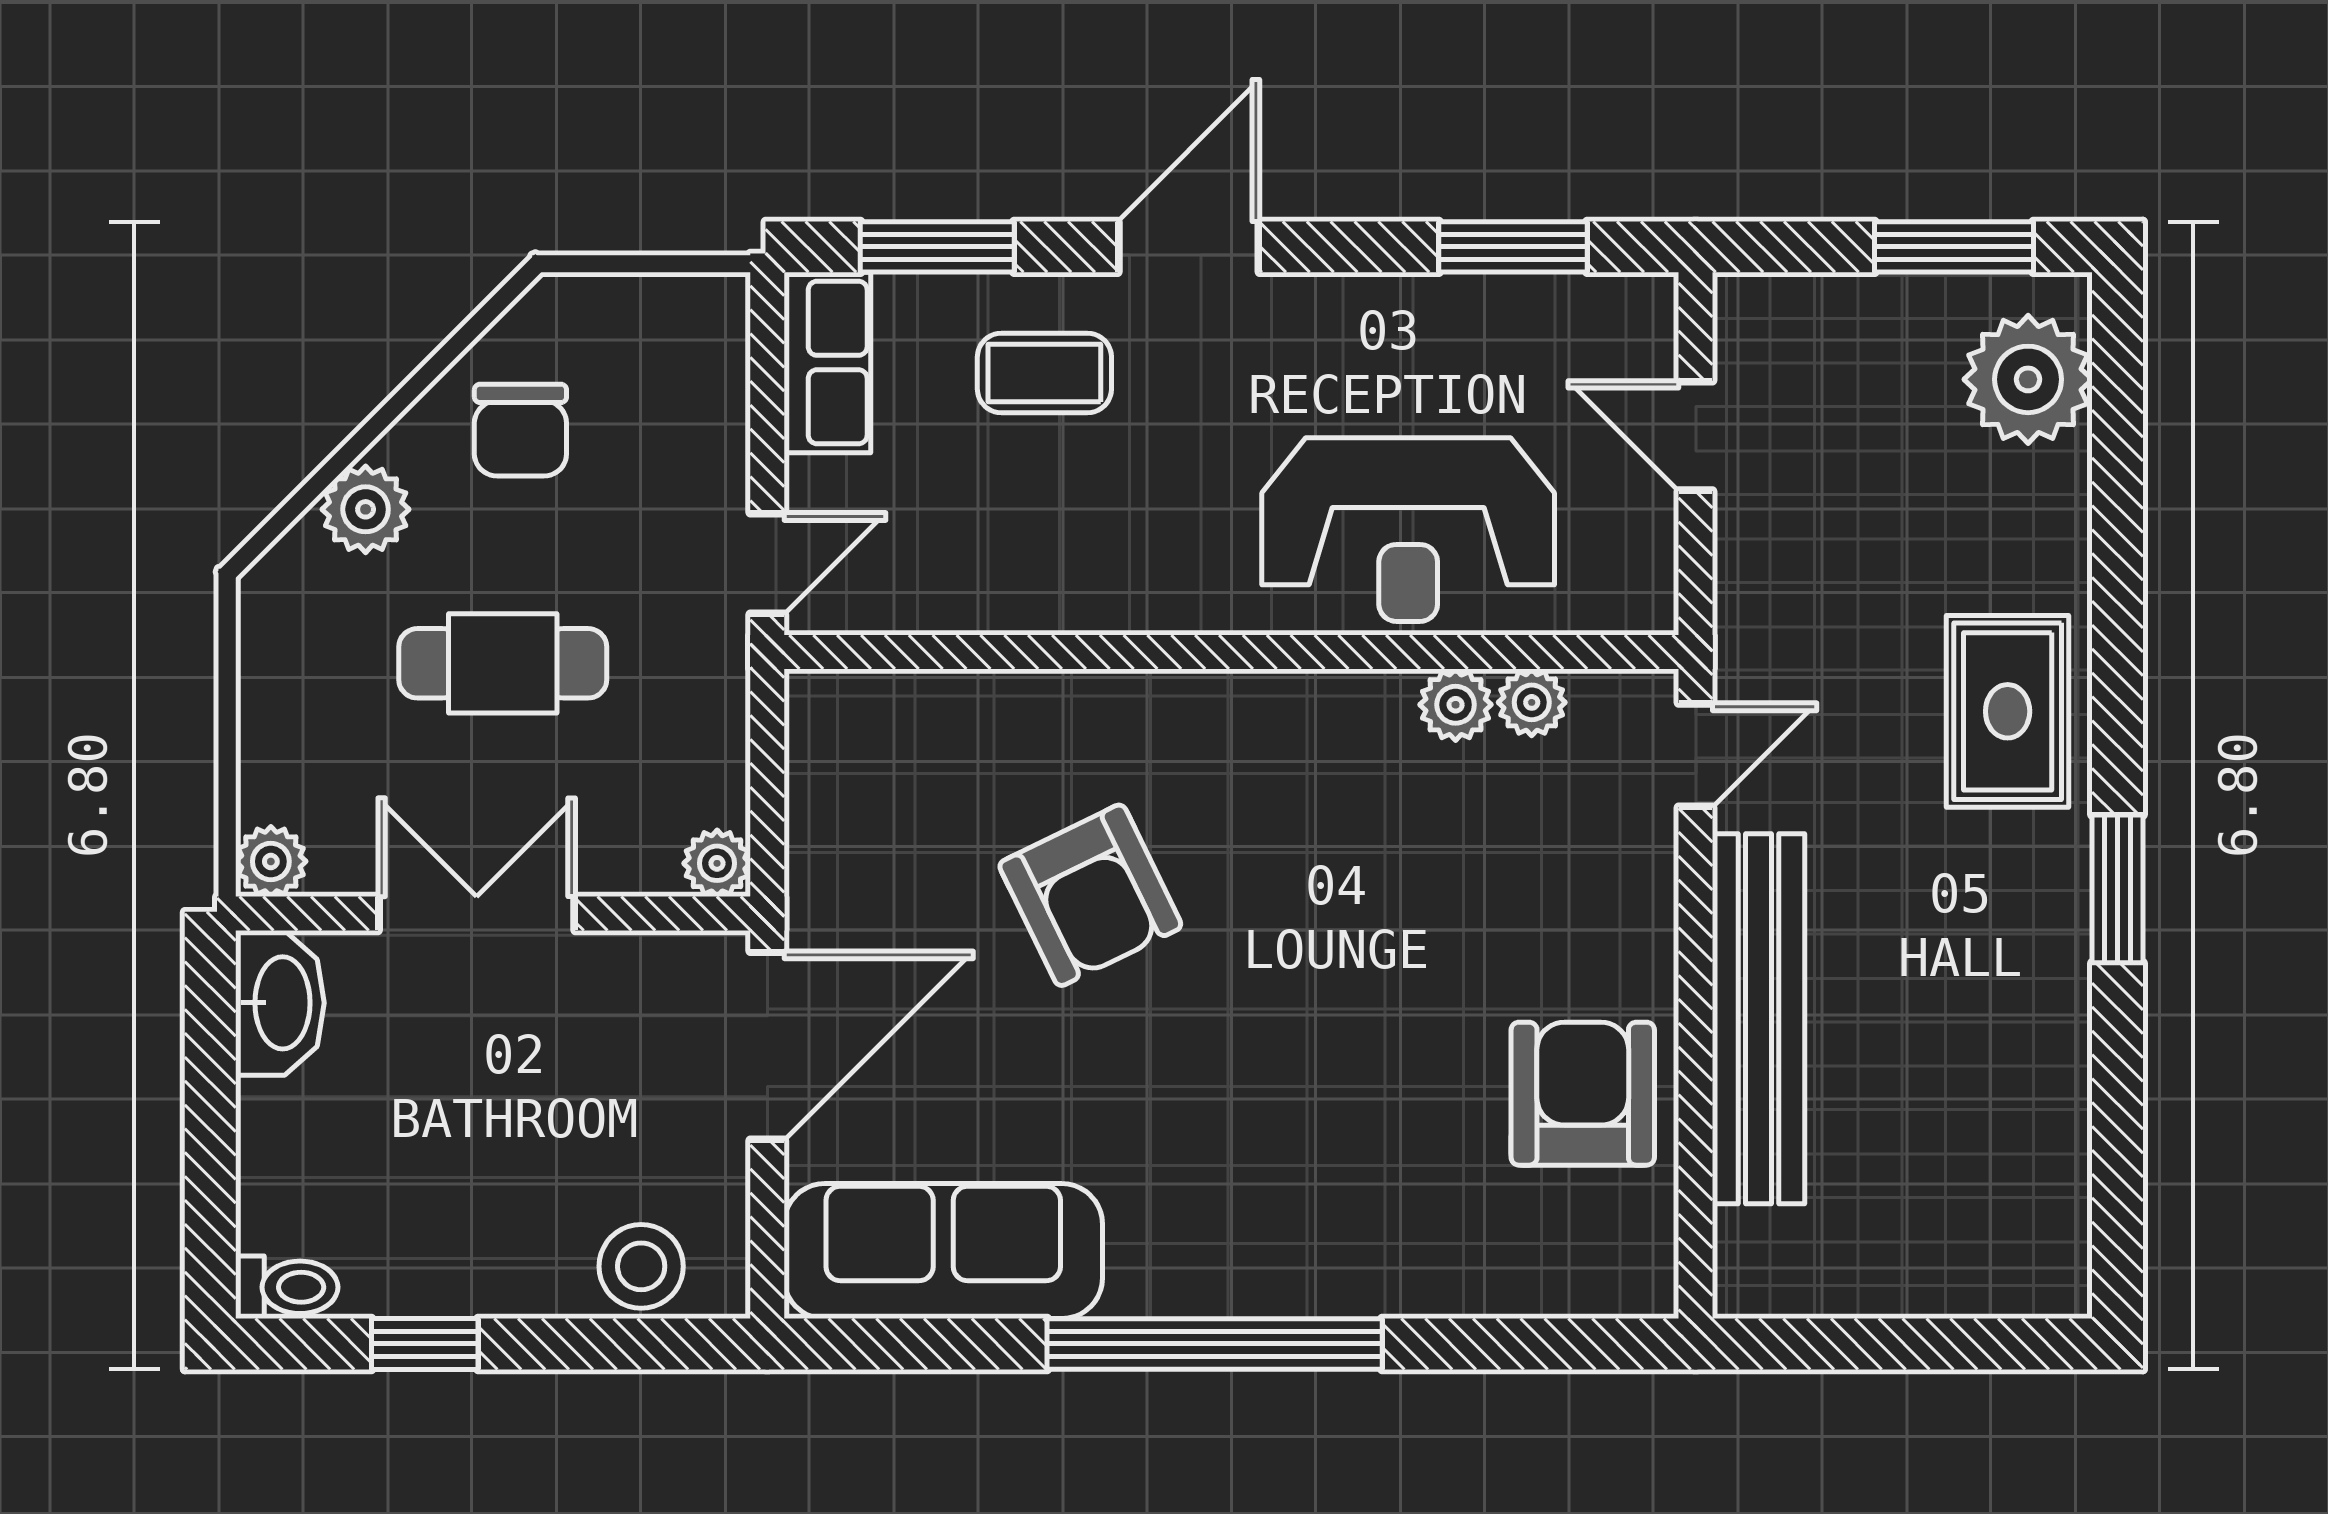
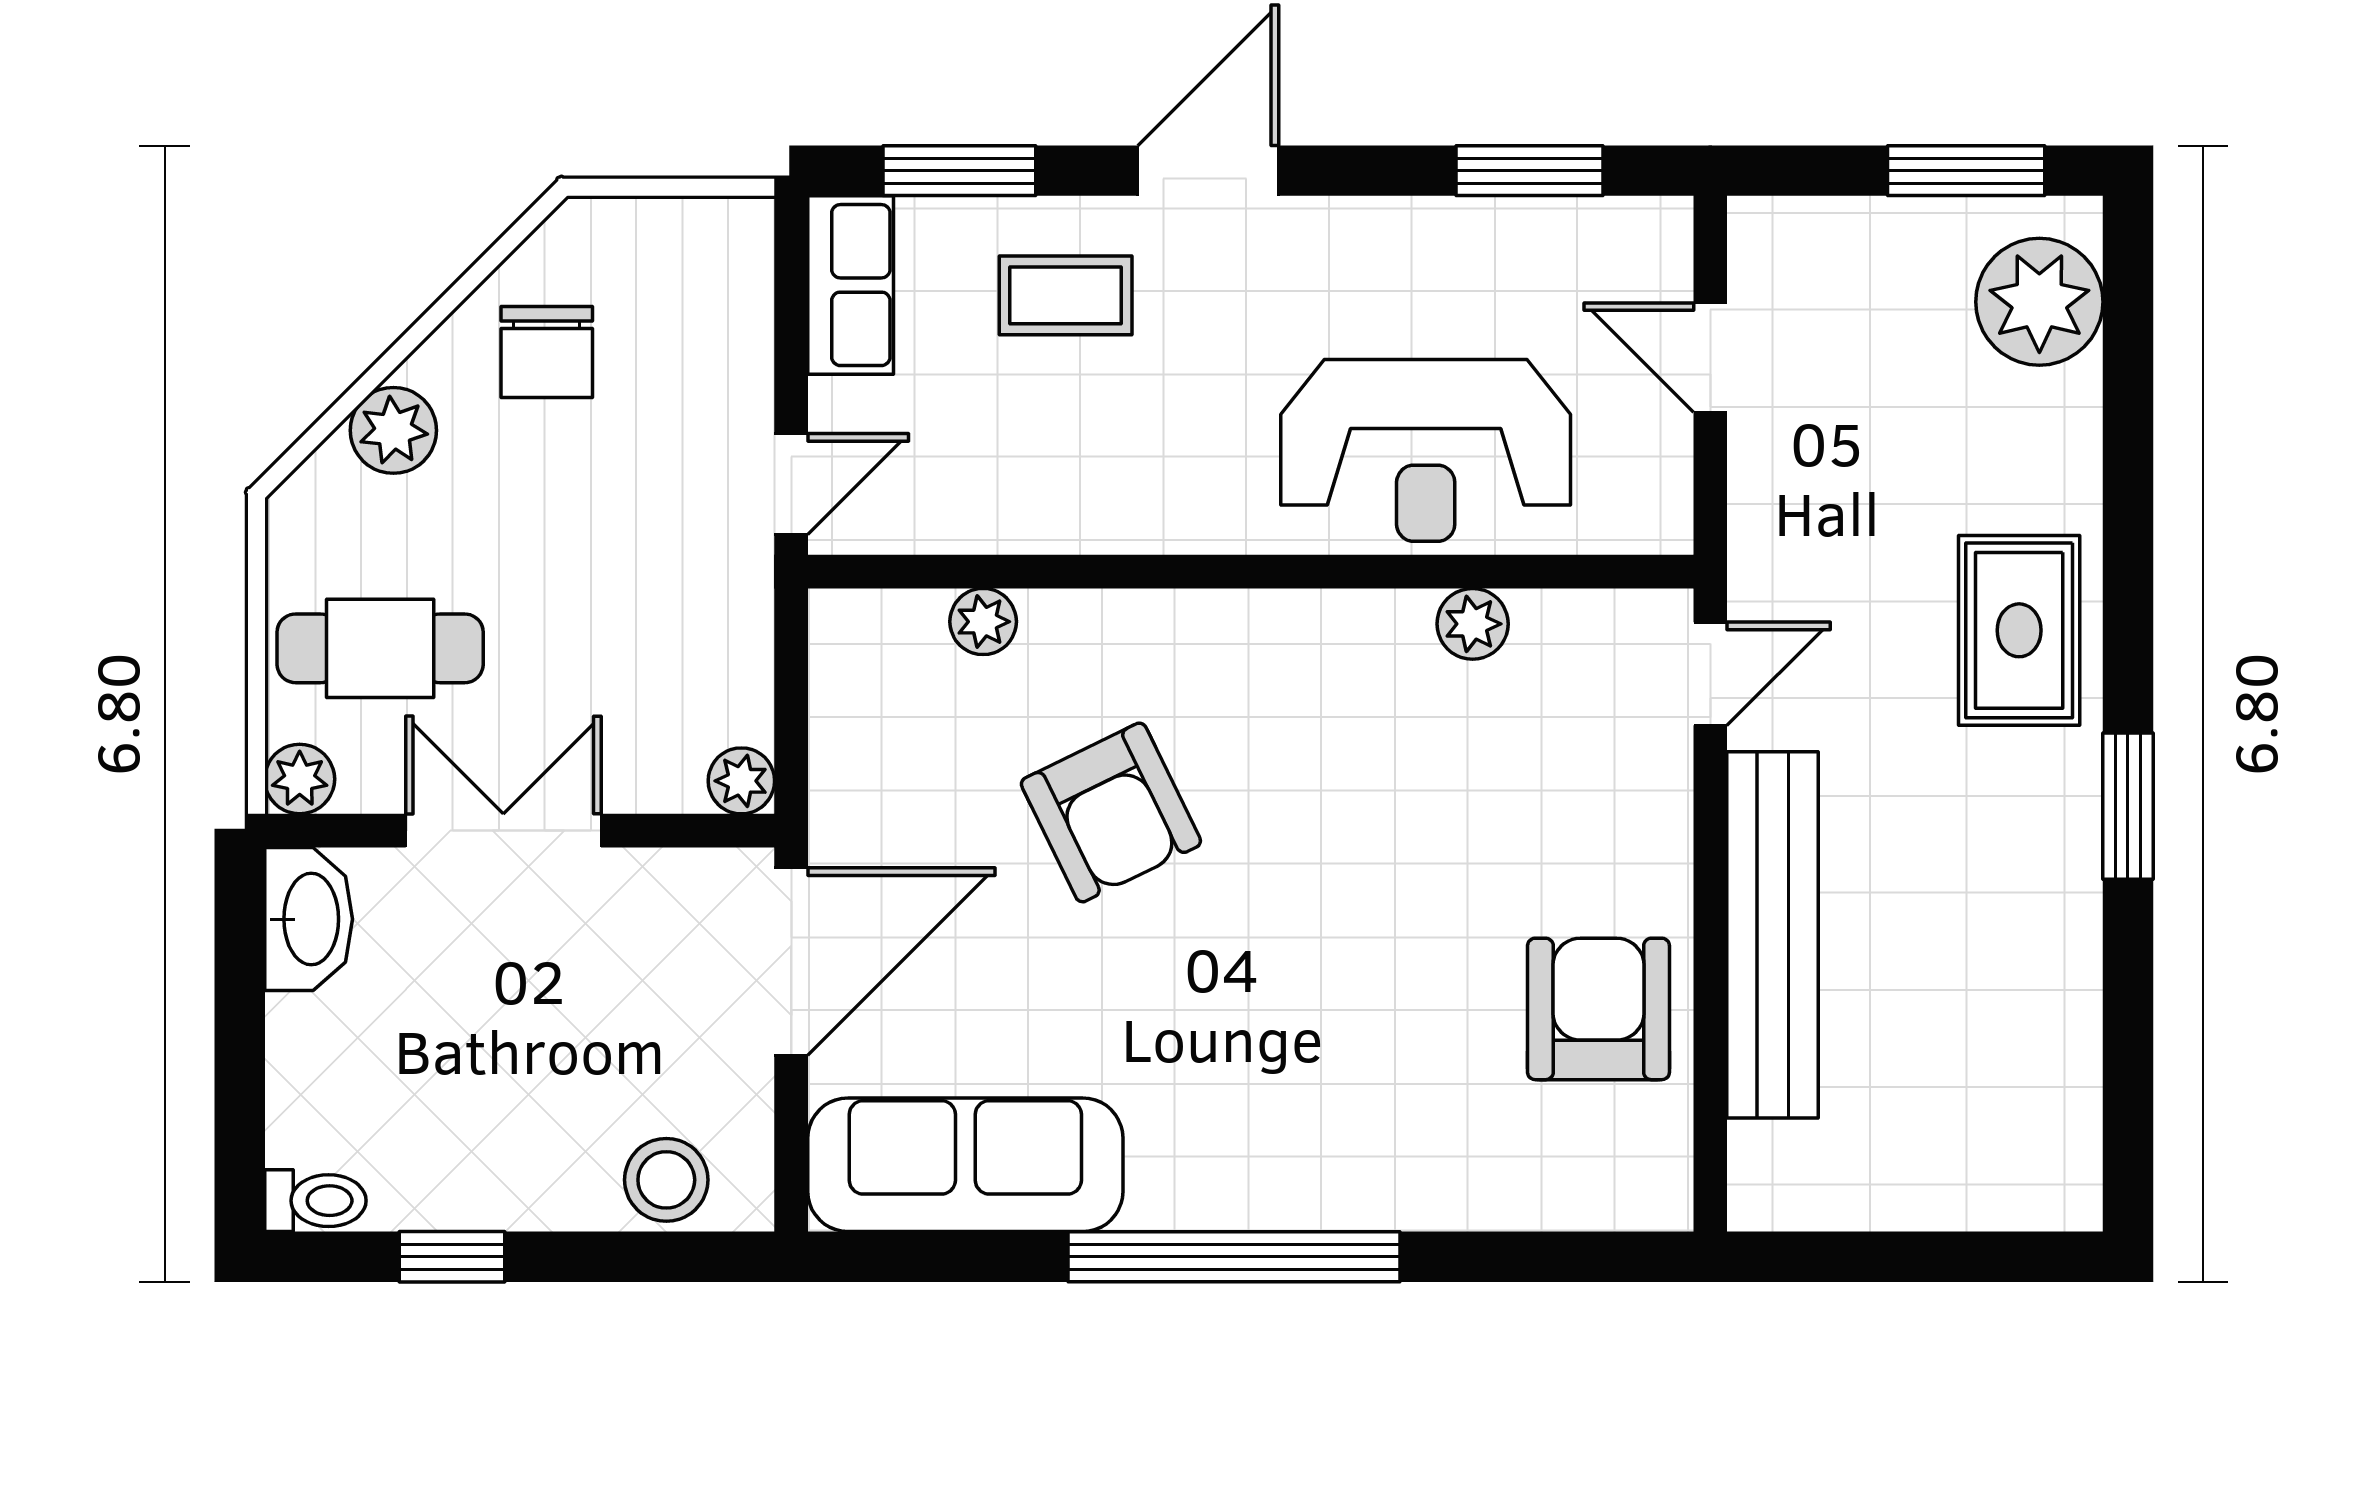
cafe table: (503, 663) -> (380, 648), moved
plant: (1532, 702) -> (983, 622), moved

